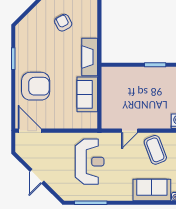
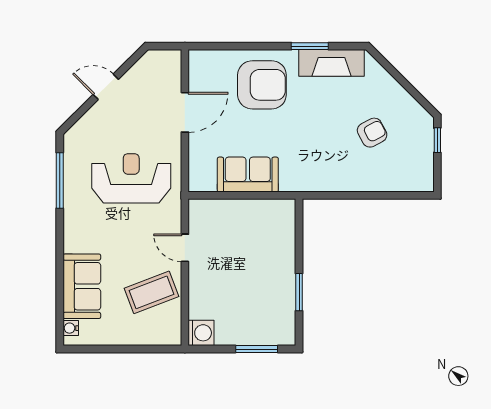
fireplace: (90, 57) -> (331, 63), moved, turned 180
armchair: (36, 86) -> (262, 85), turned -90
door: (30, 131) -> (185, 112), moved
reception desk: (90, 162) -> (131, 178), turned 180

